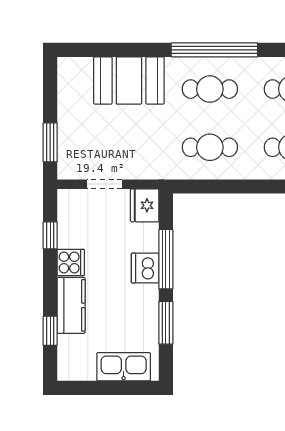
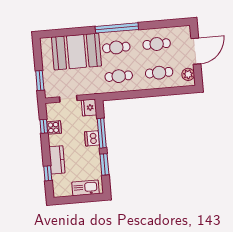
booth: (129, 80) -> (76, 52), width x1.36, depth x1.42
cooker: (71, 262) -> (54, 128), moved

